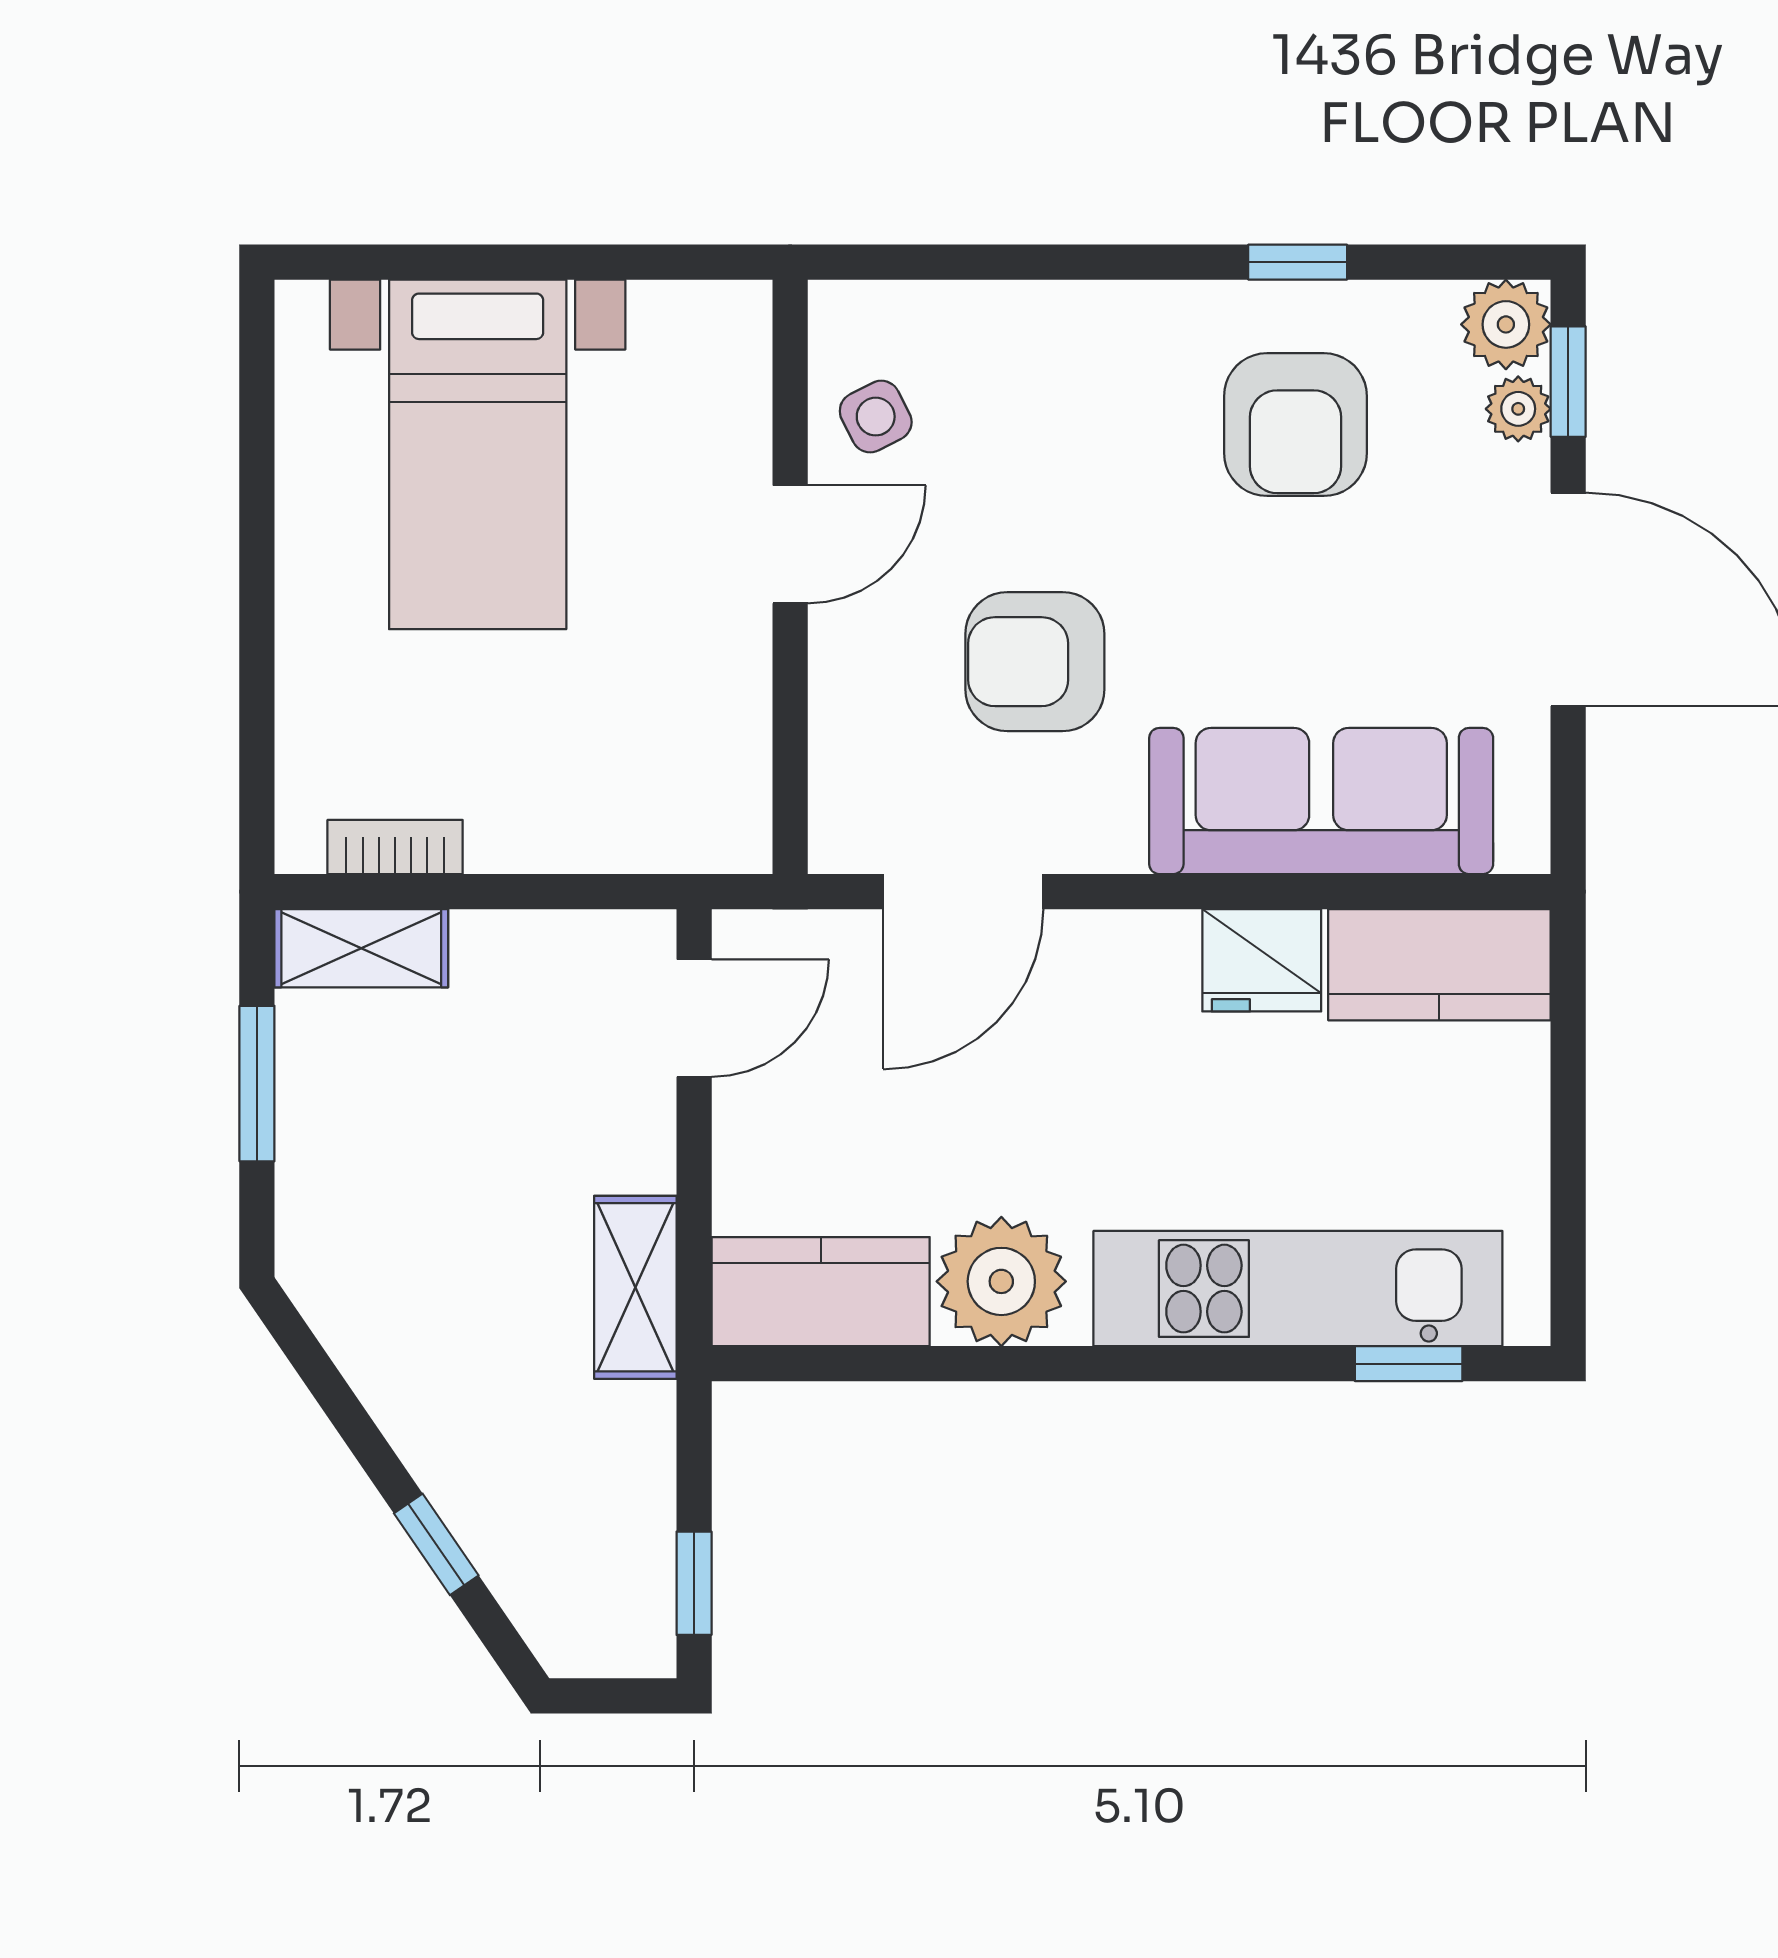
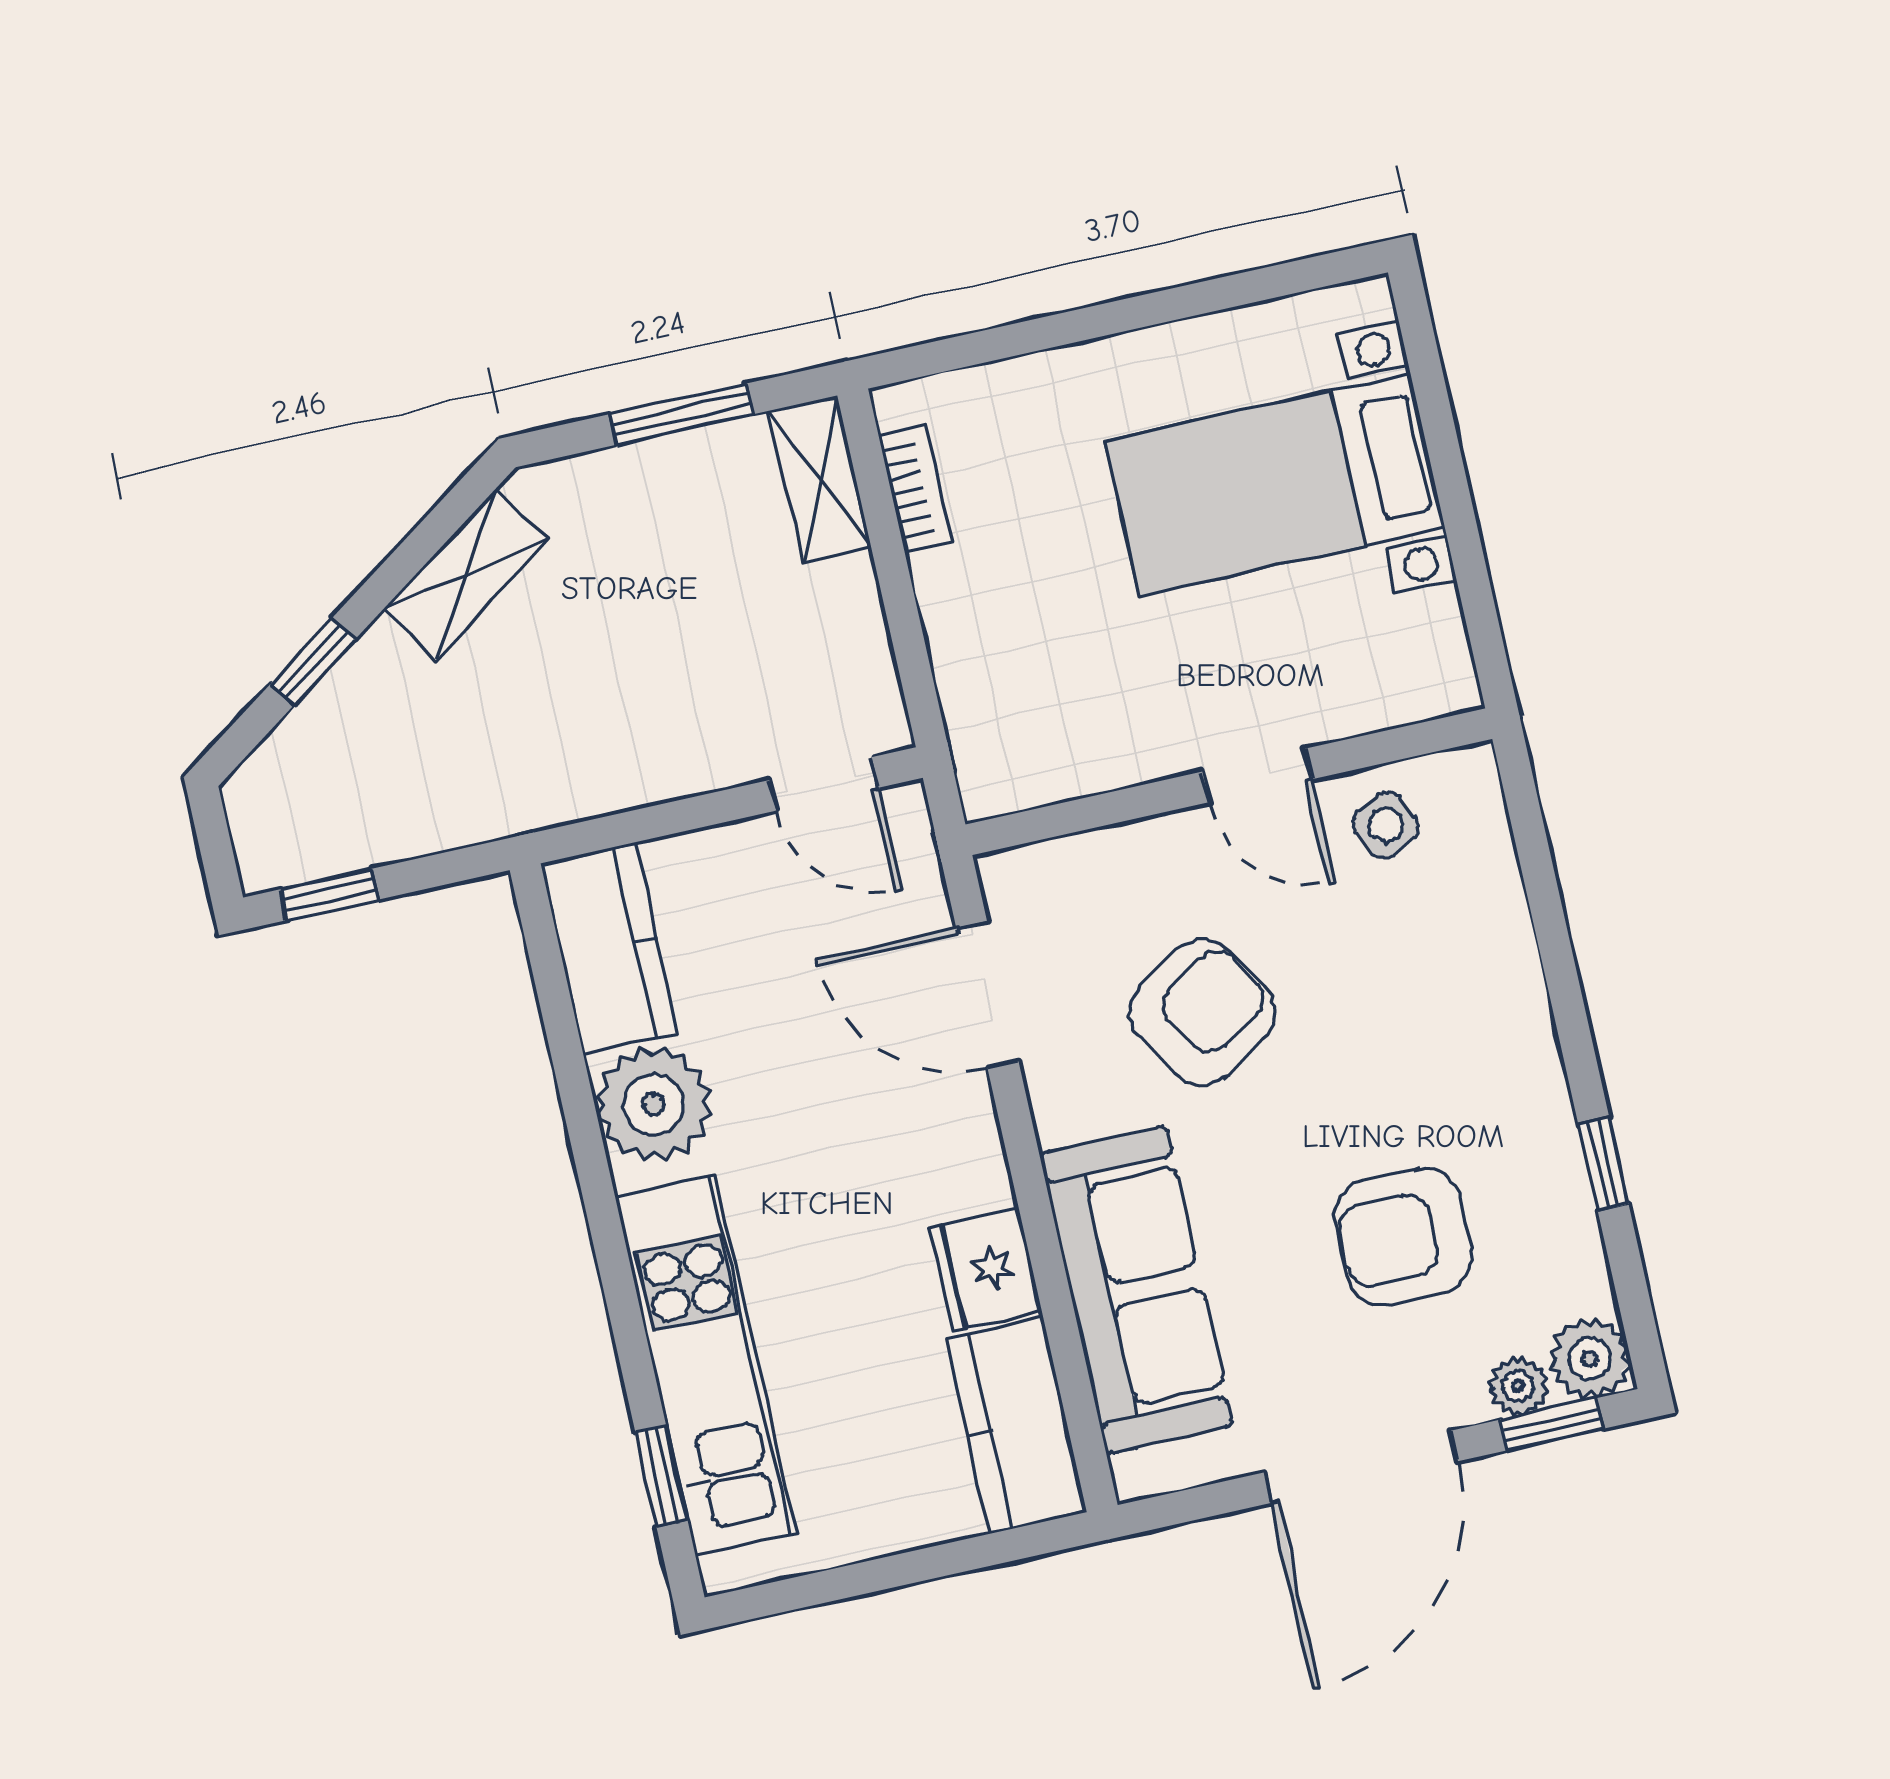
armchair: (1295, 425) -> (1403, 1237), moved
armchair: (1035, 662) -> (1203, 1012), turned 58
shelving: (635, 1287) -> (466, 574), moved, turned -34

